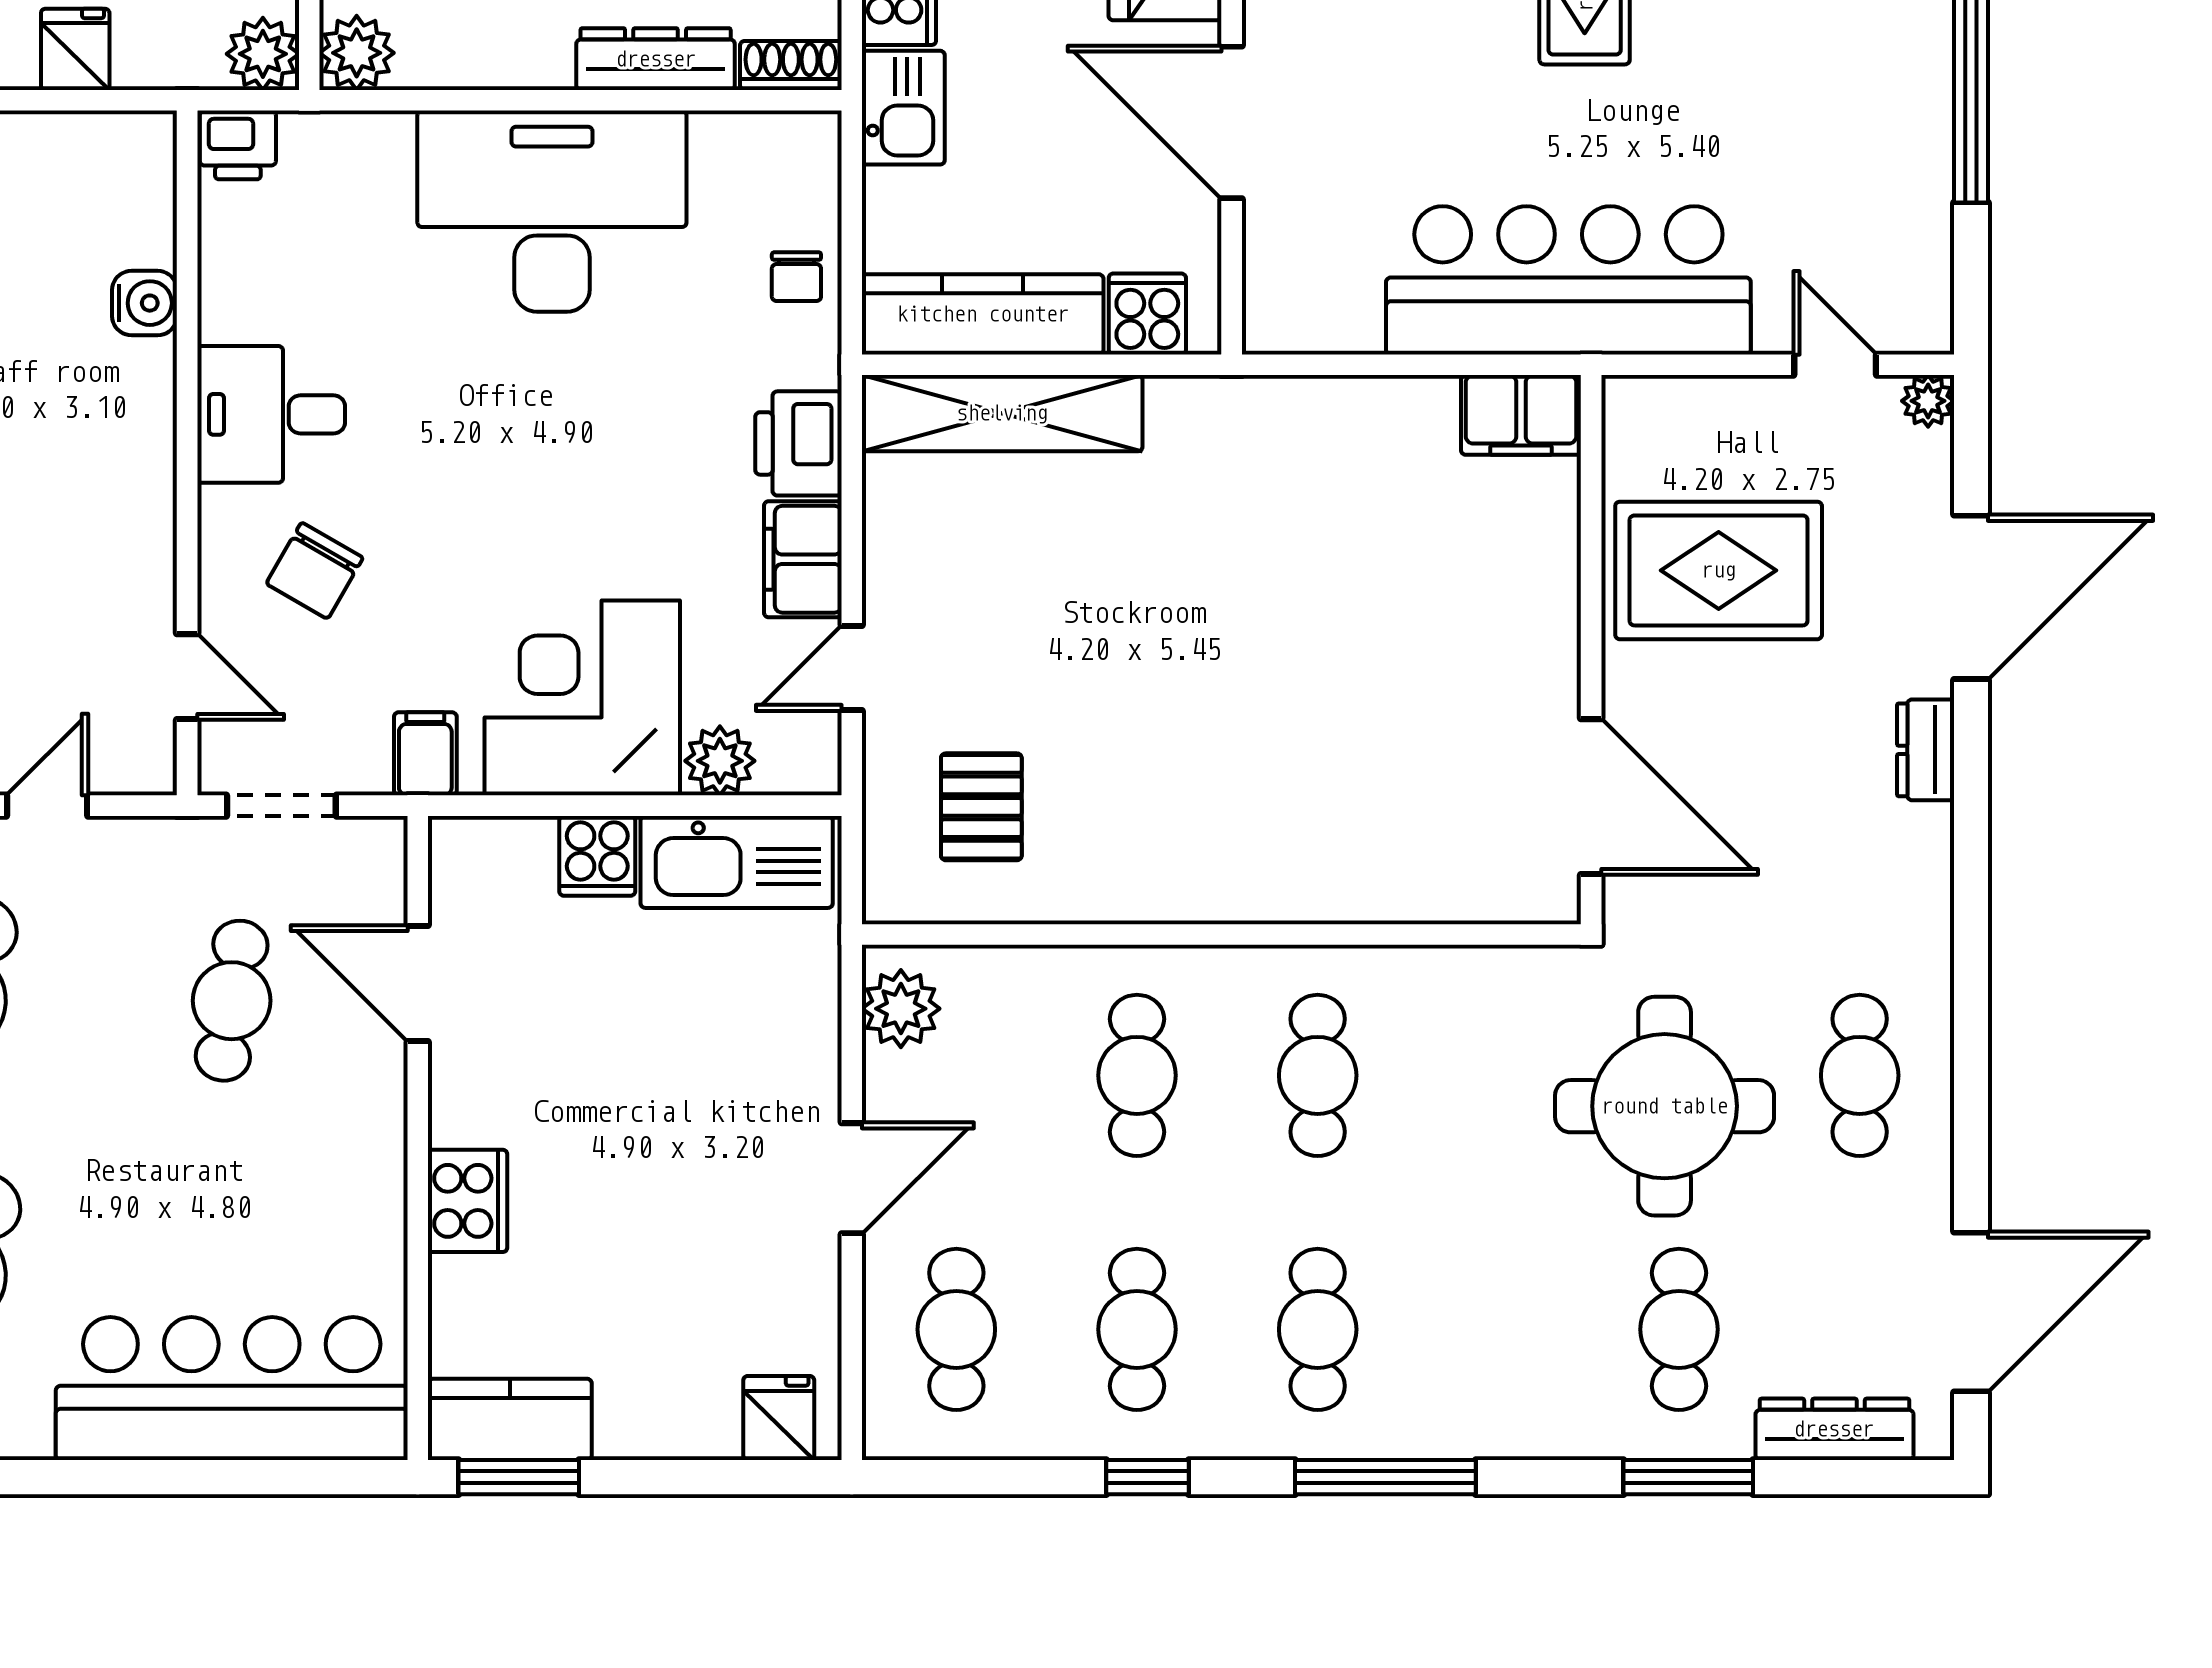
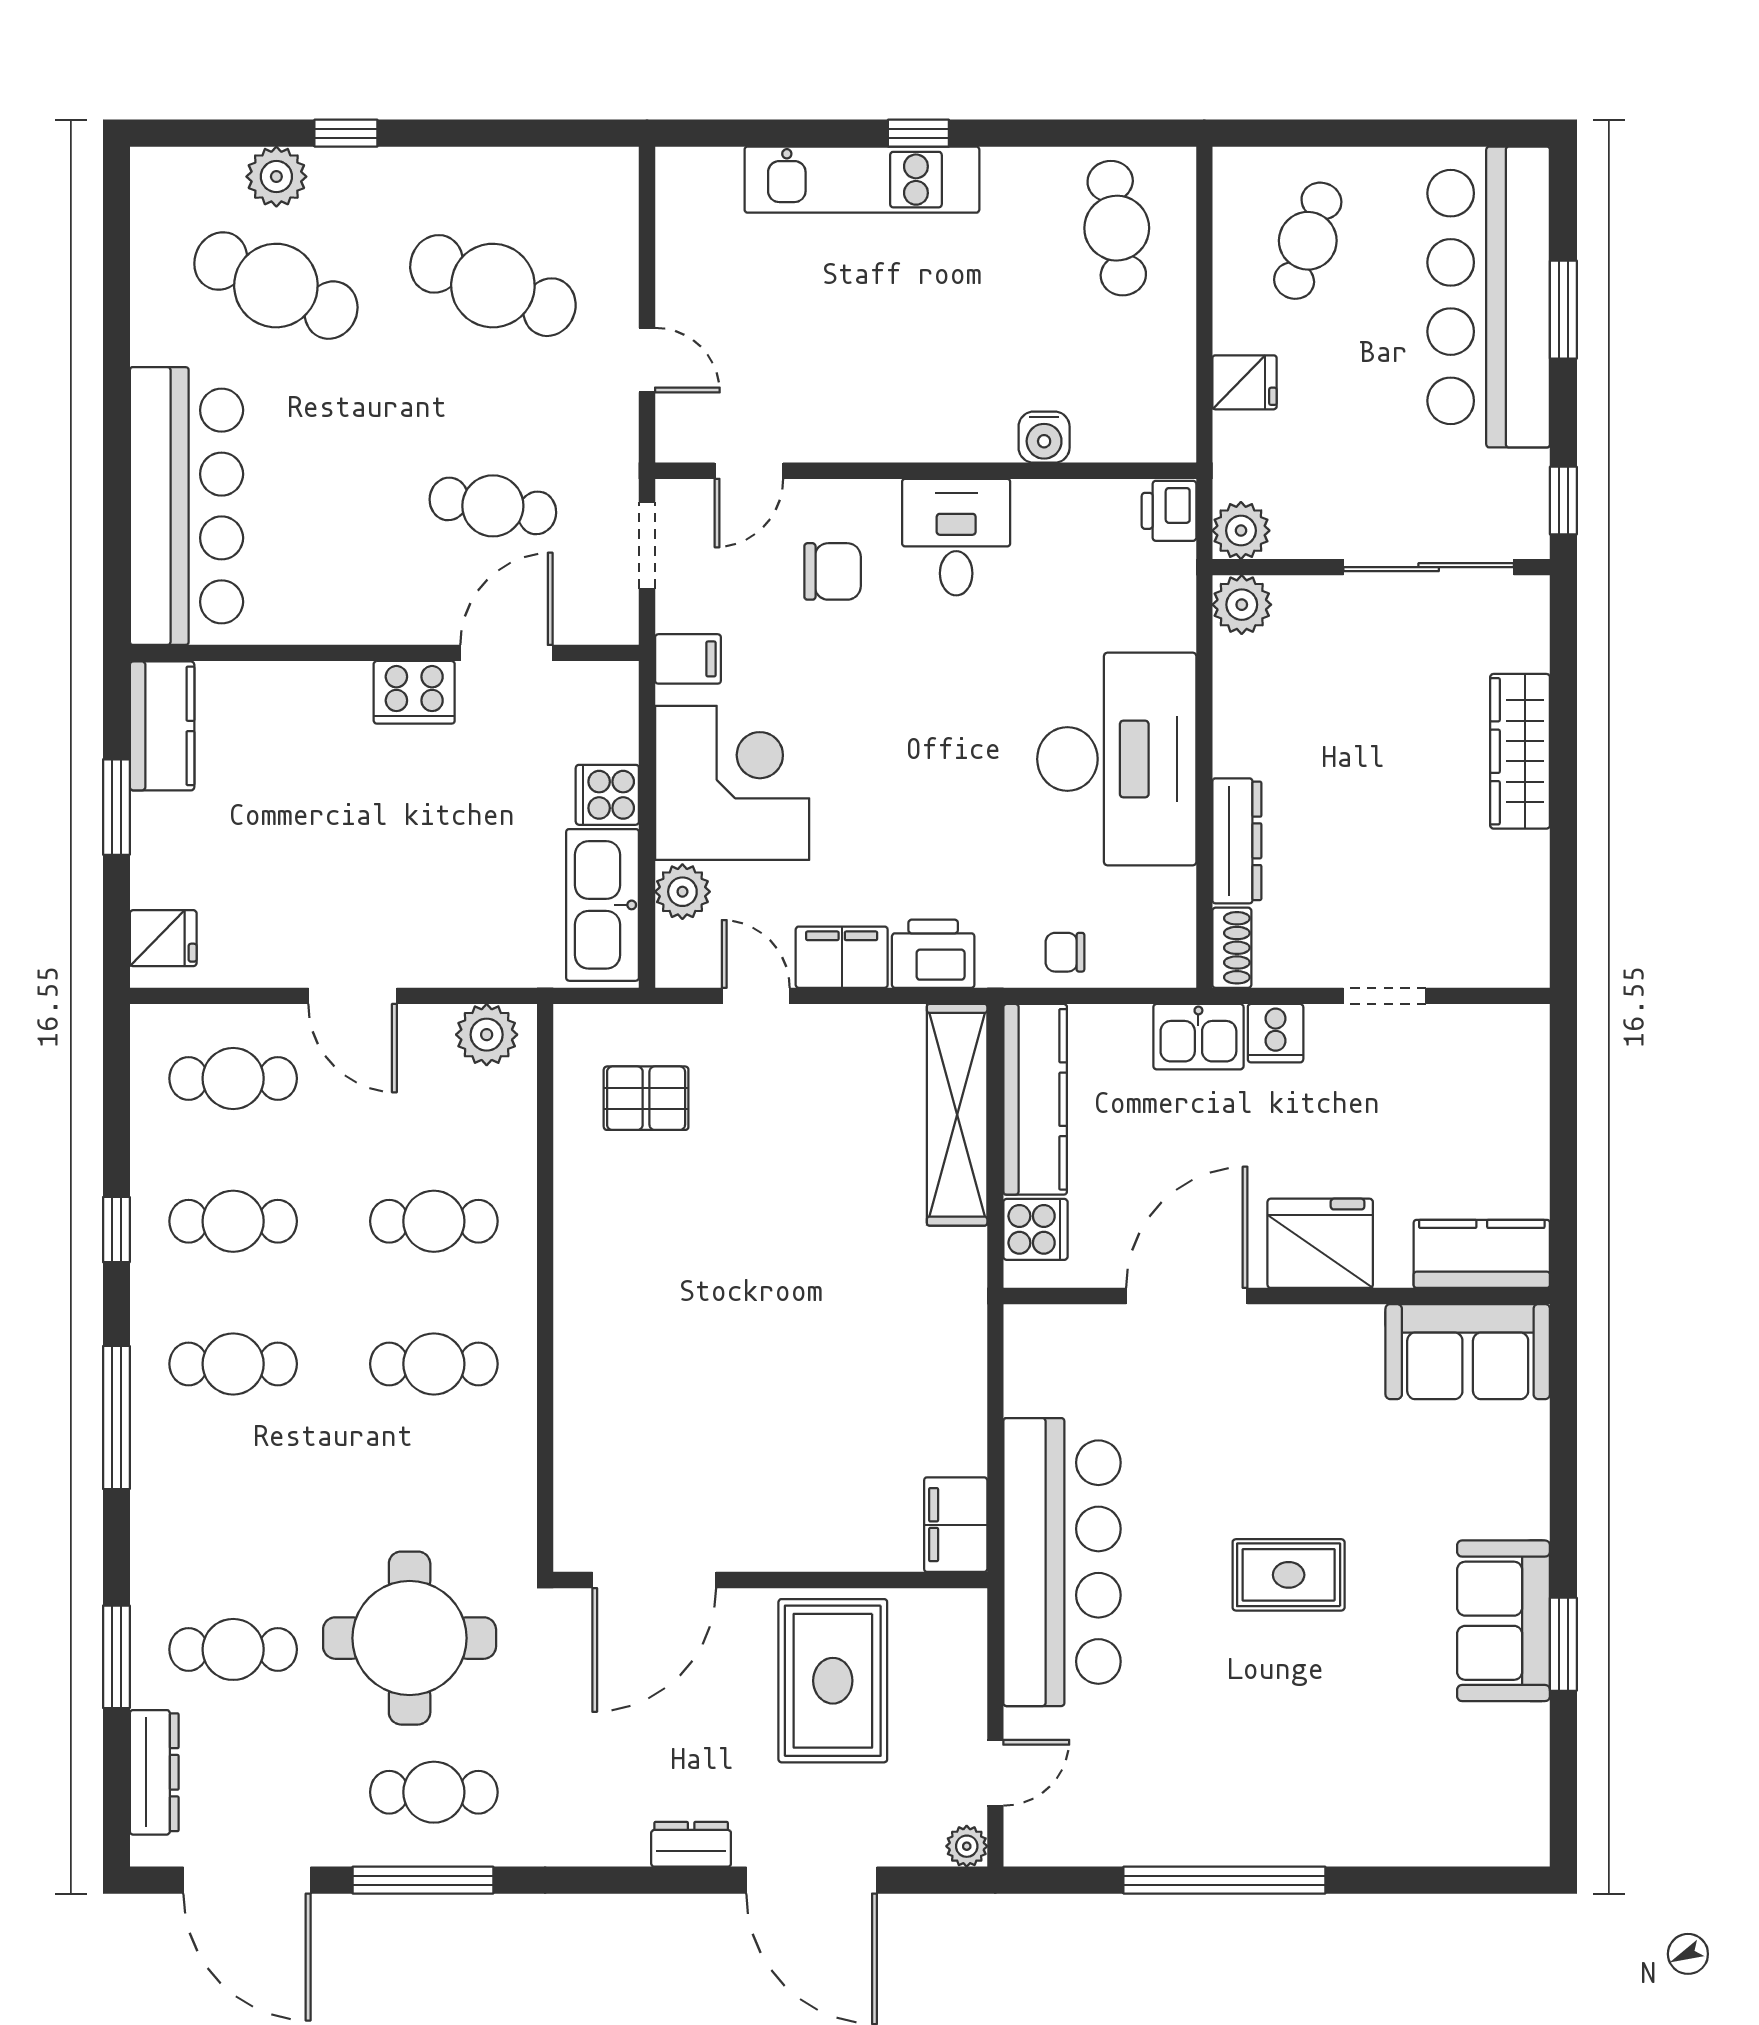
chair: (315, 571) -> (833, 571), turned 150
window: (1971, 1089) -> (423, 1880), added
cooker: (468, 1201) -> (414, 692), moved
window: (519, 1477) -> (116, 807), moved

